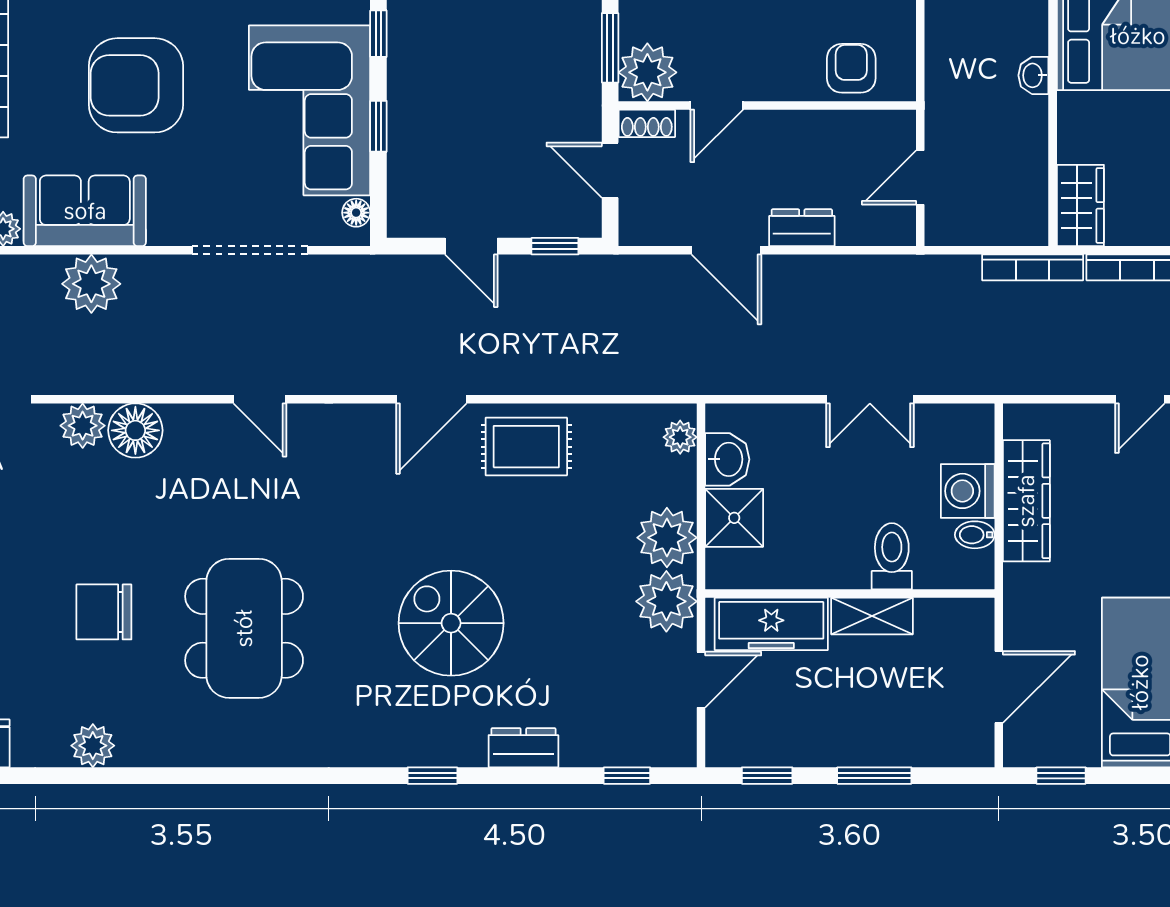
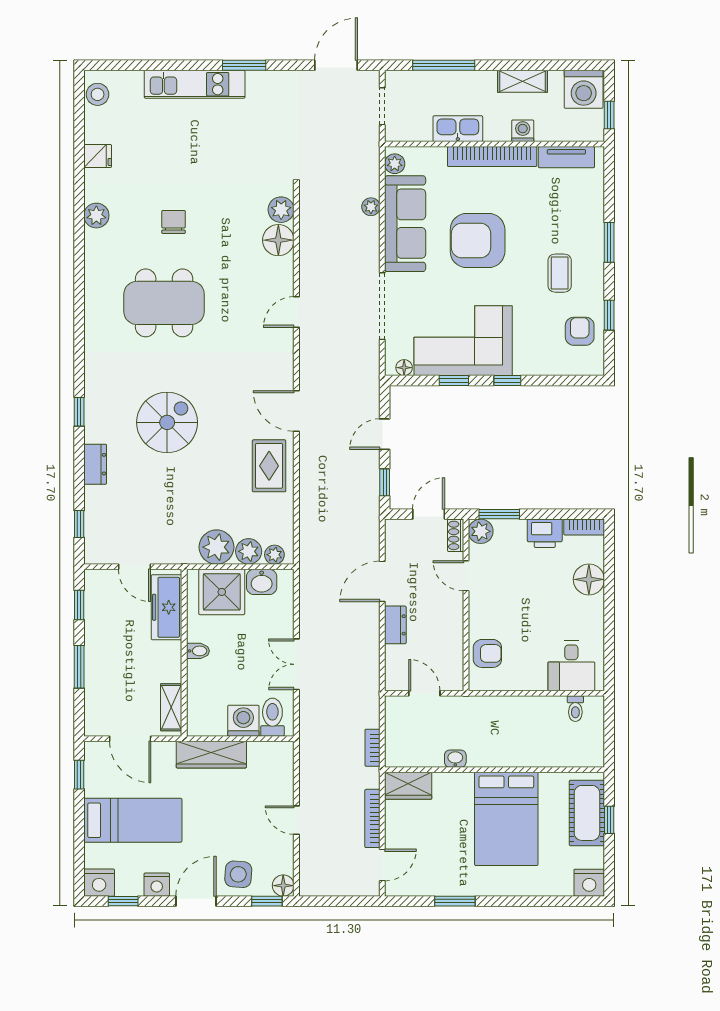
plant: (647, 72) -> (481, 531), width x0.73, depth x0.73
washbasin: (1033, 75) -> (455, 759), moved
armchair: (136, 85) -> (478, 240), turned -90
sofa: (85, 211) -> (405, 224), width x1.36
bookcase: (1033, 267) -> (372, 748), width x0.64
plant: (91, 284) -> (371, 207), width x0.53, depth x0.53
wardrobe: (1026, 501) -> (211, 755), moved
shower: (734, 518) -> (222, 592), width x1.36, depth x1.36
bidet: (975, 535) -> (198, 651), moved, turned 90
toilet: (892, 556) -> (272, 717), moved, turned -90
plant: (666, 601) -> (249, 551), moved, width x0.73, depth x0.73
chair: (104, 612) -> (174, 222), width x0.73, depth x0.73
shelving: (872, 616) -> (171, 707), moved

